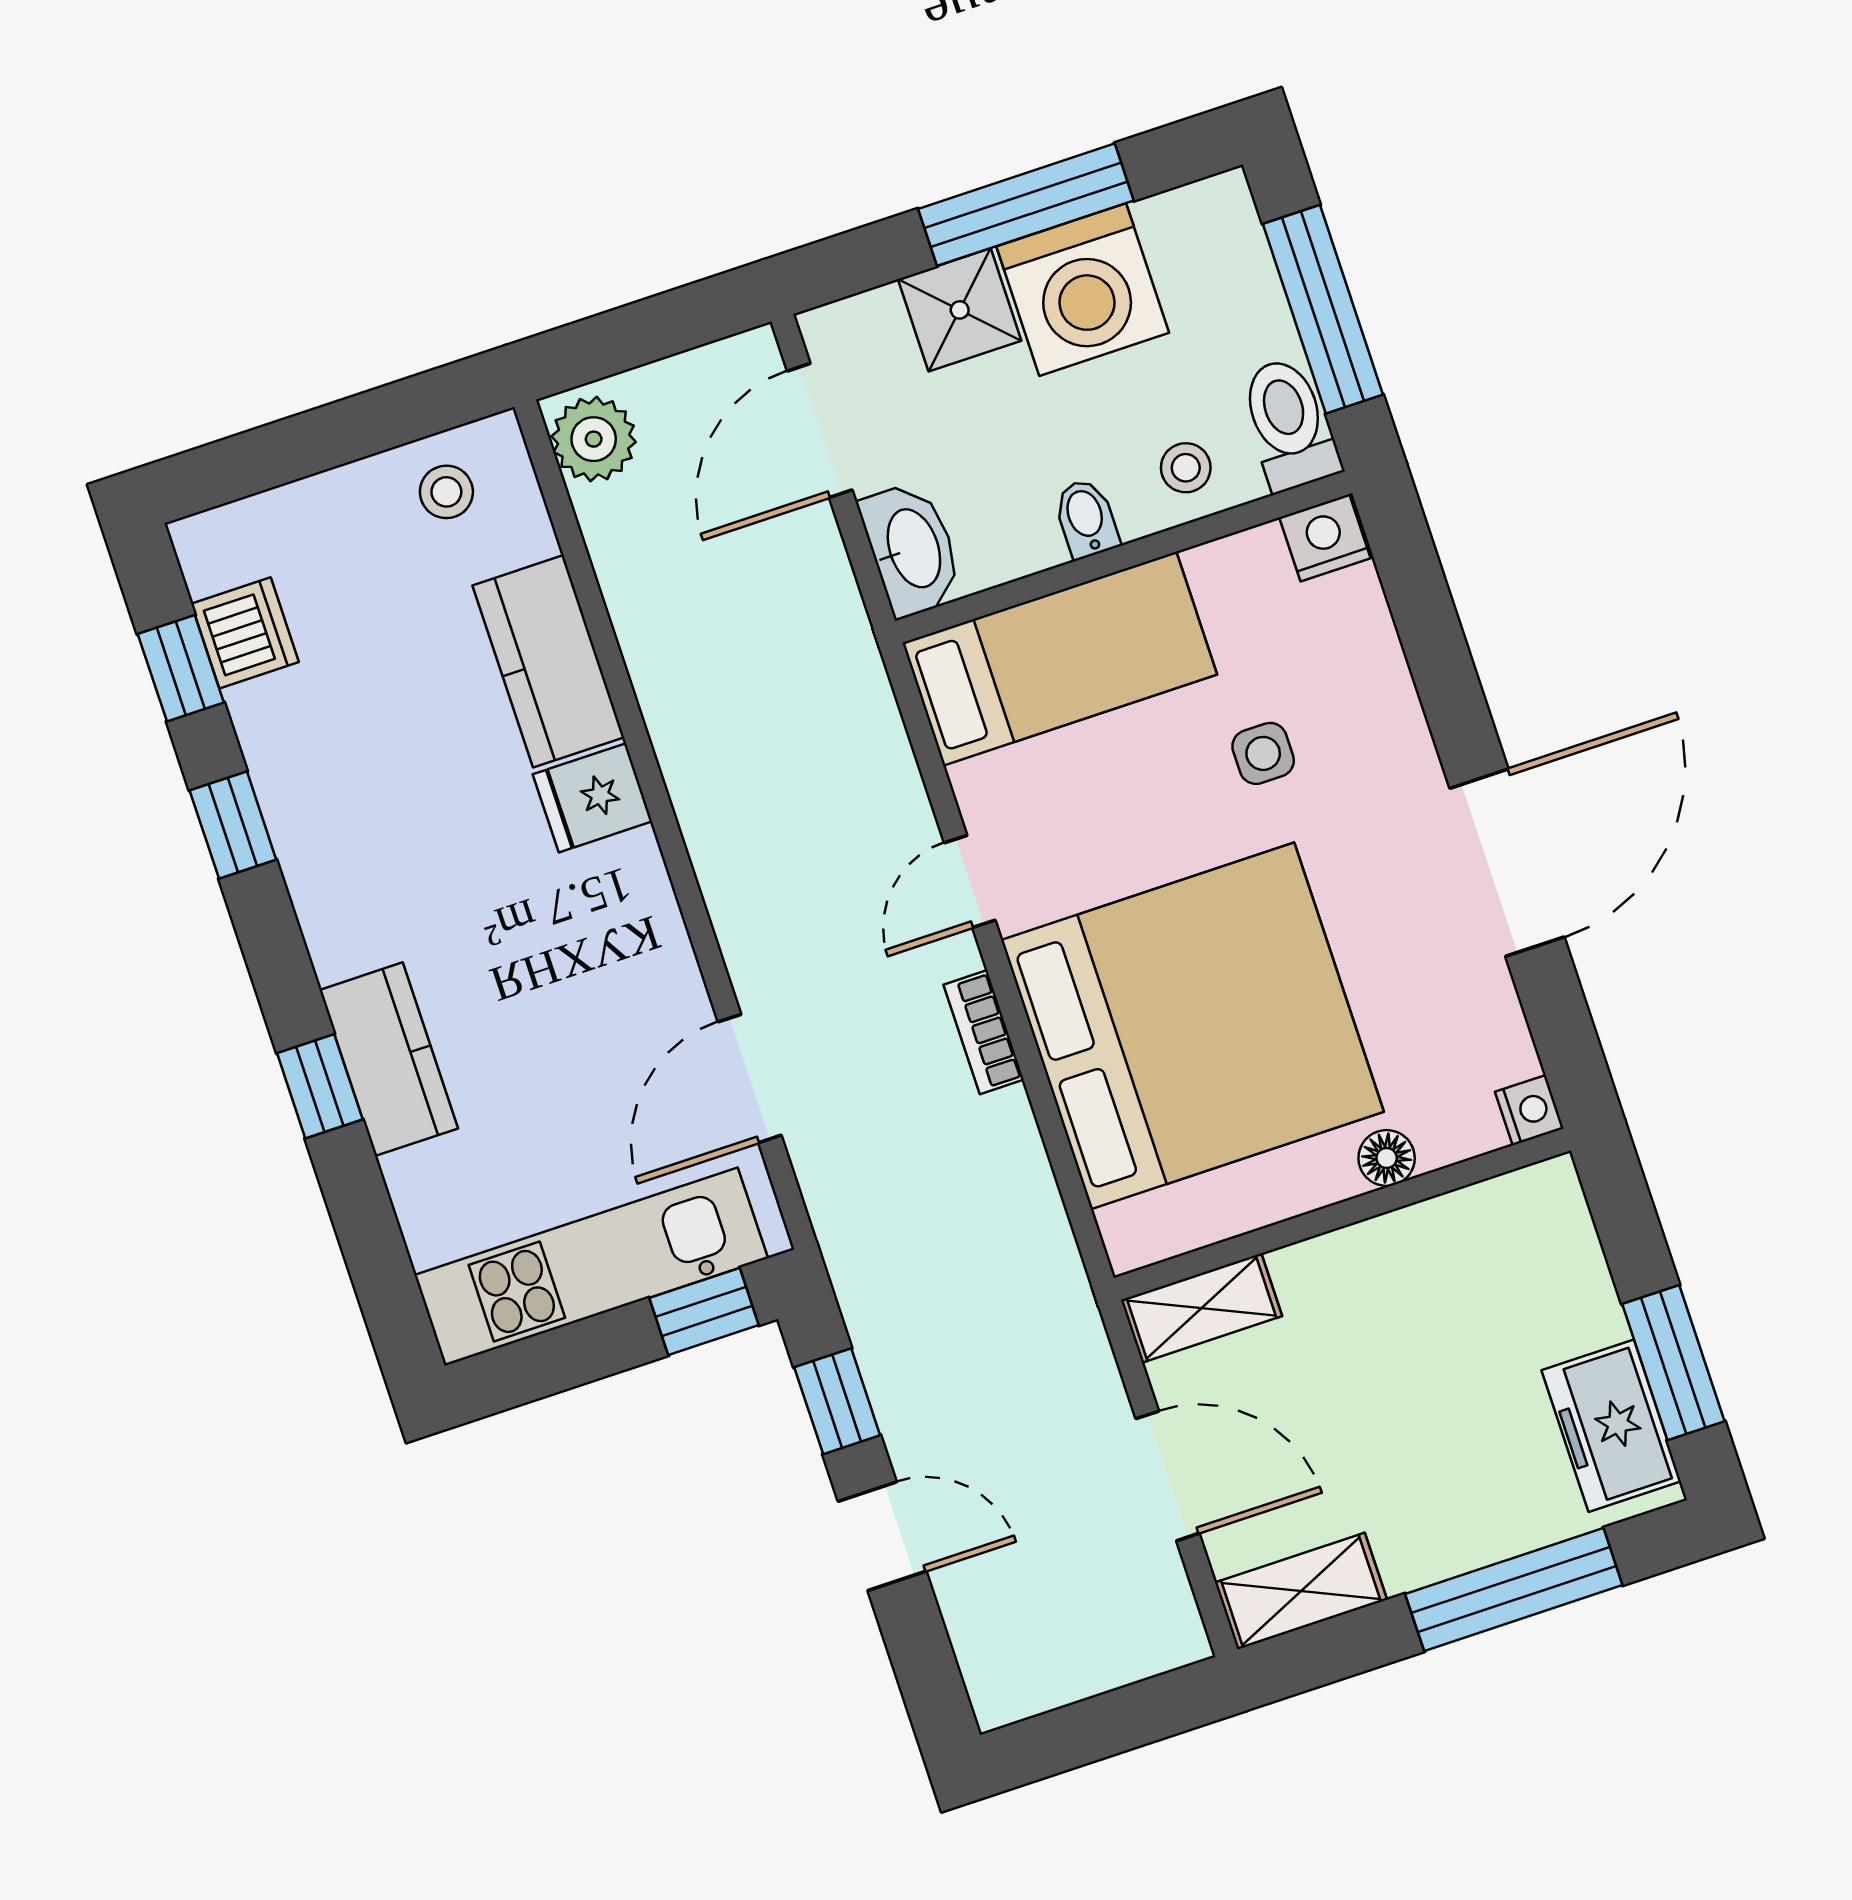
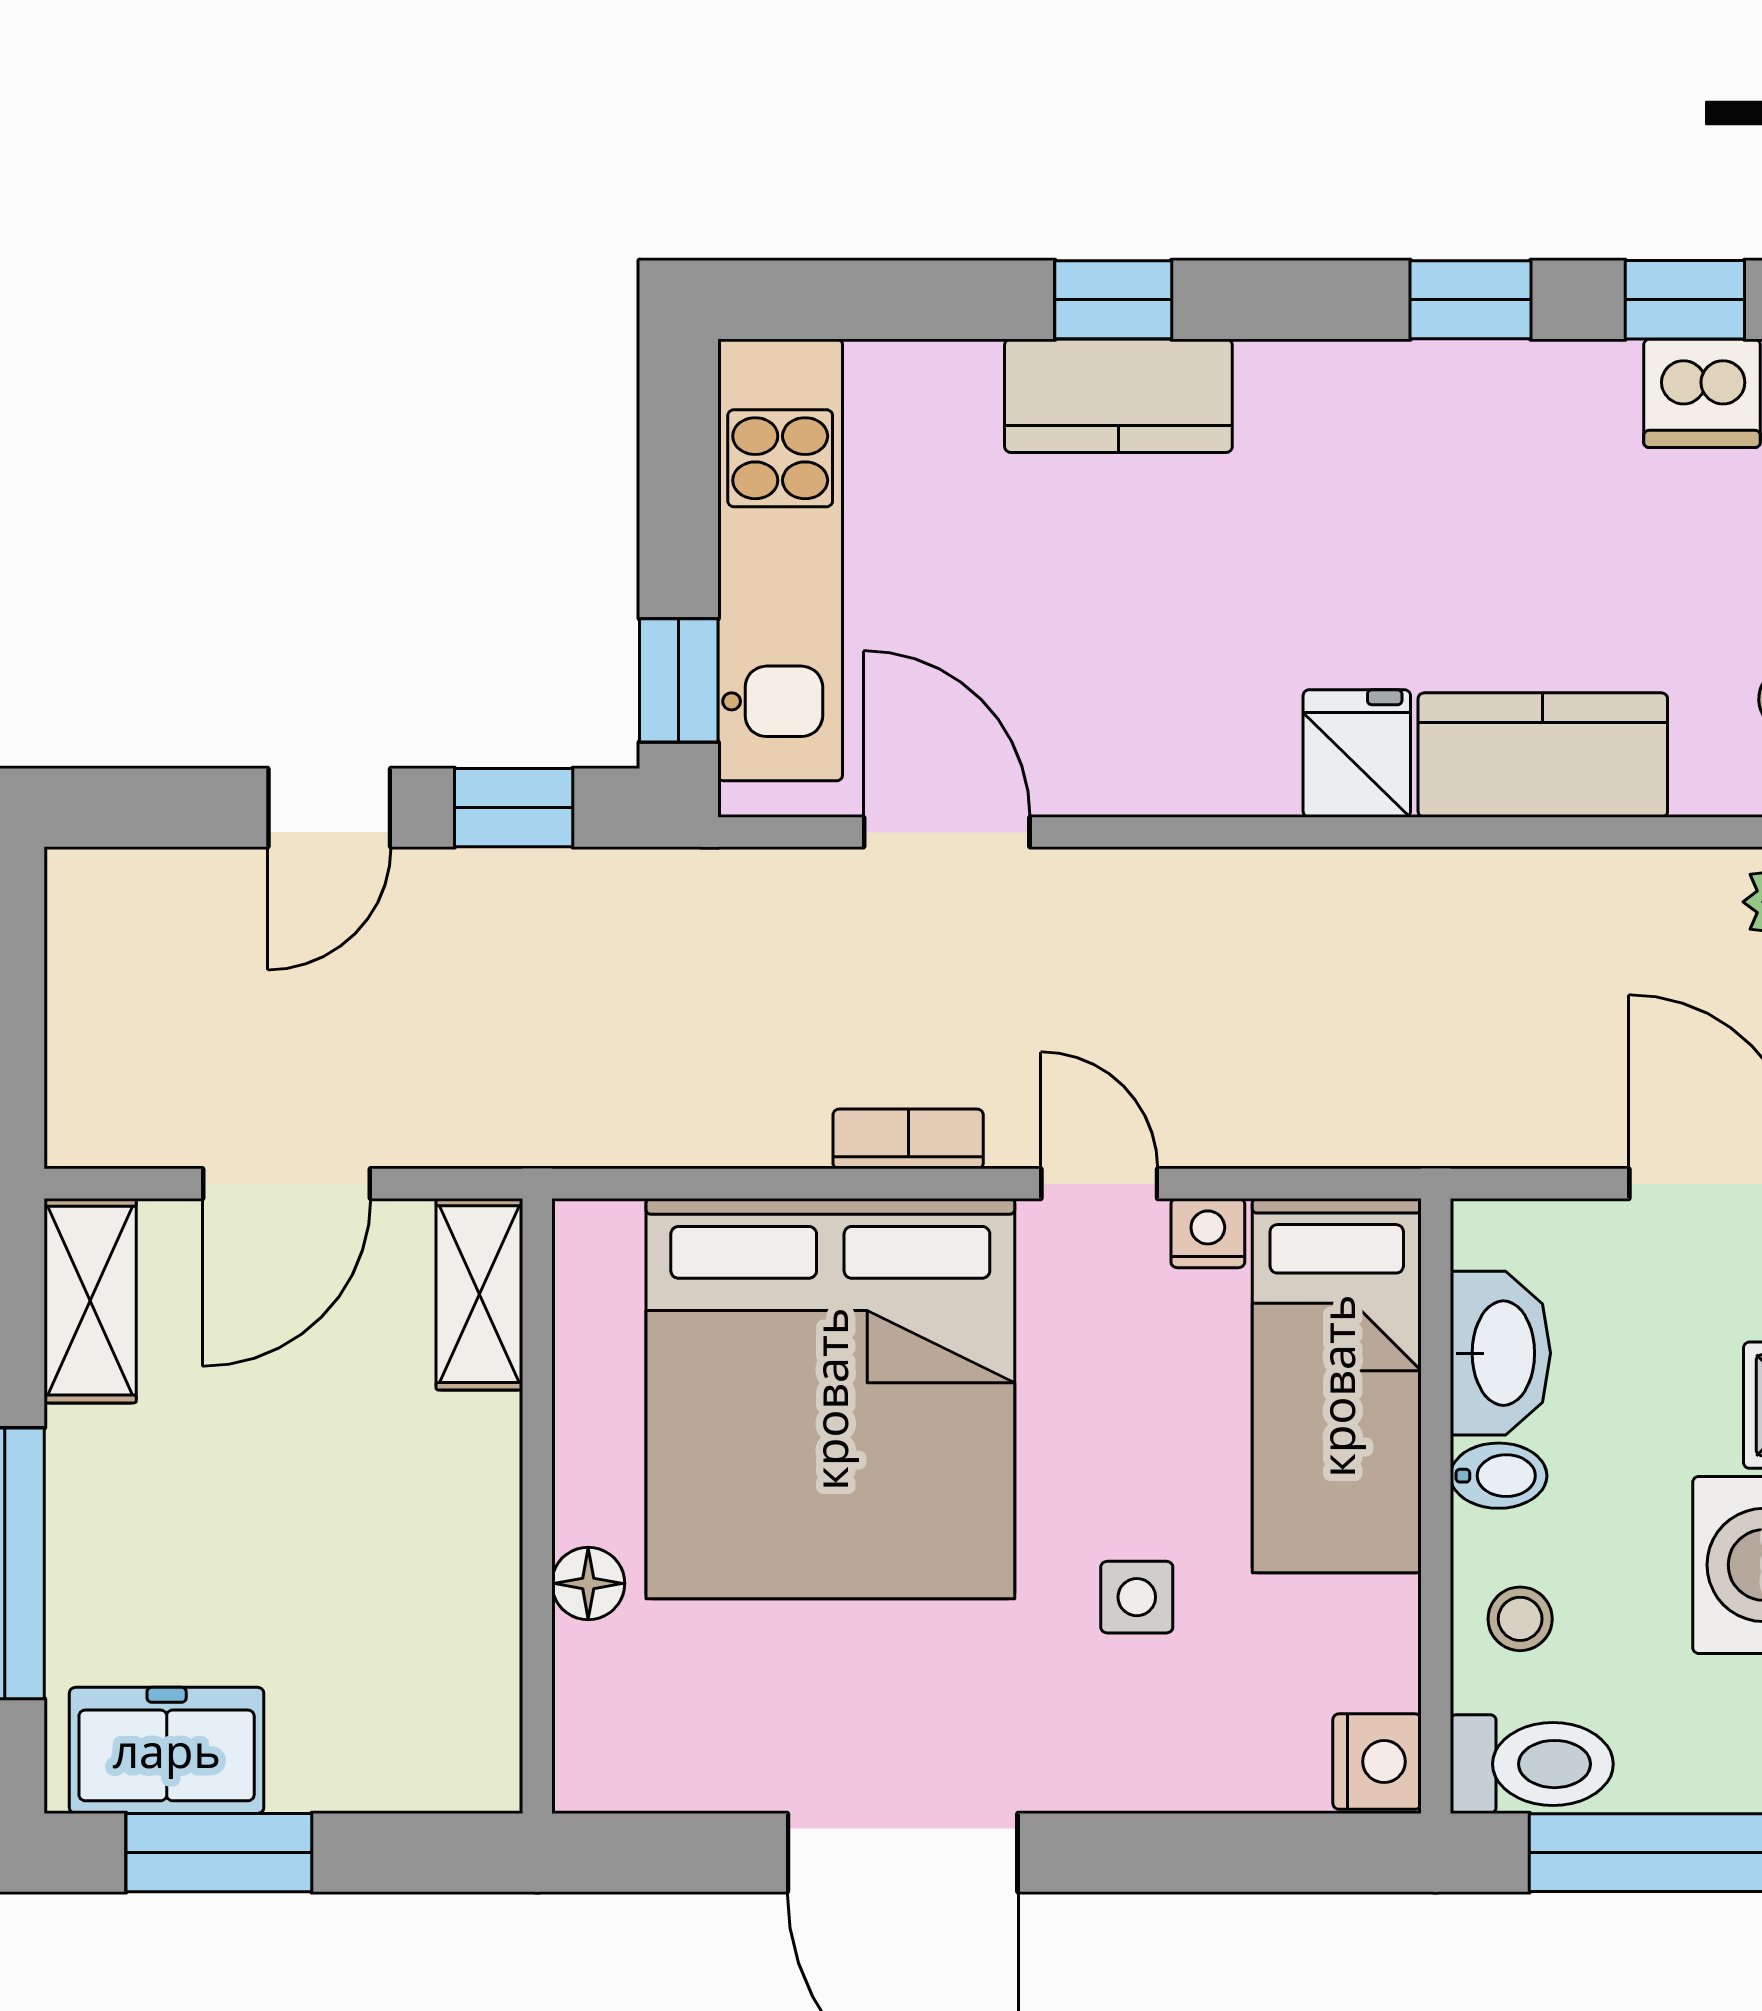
washbasin: (912, 549) -> (1500, 1353), moved, turned -90
nightstand: (1529, 1110) -> (1208, 1233), moved, turned 180

